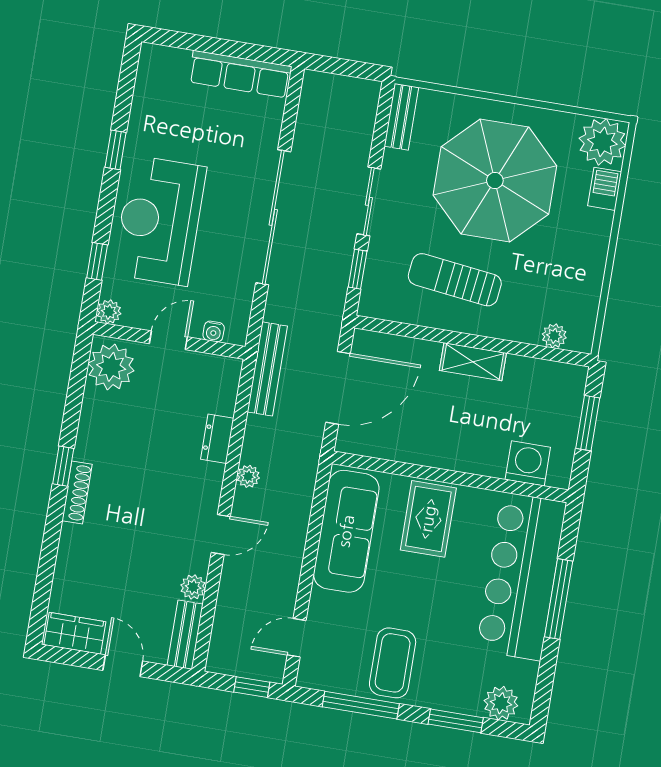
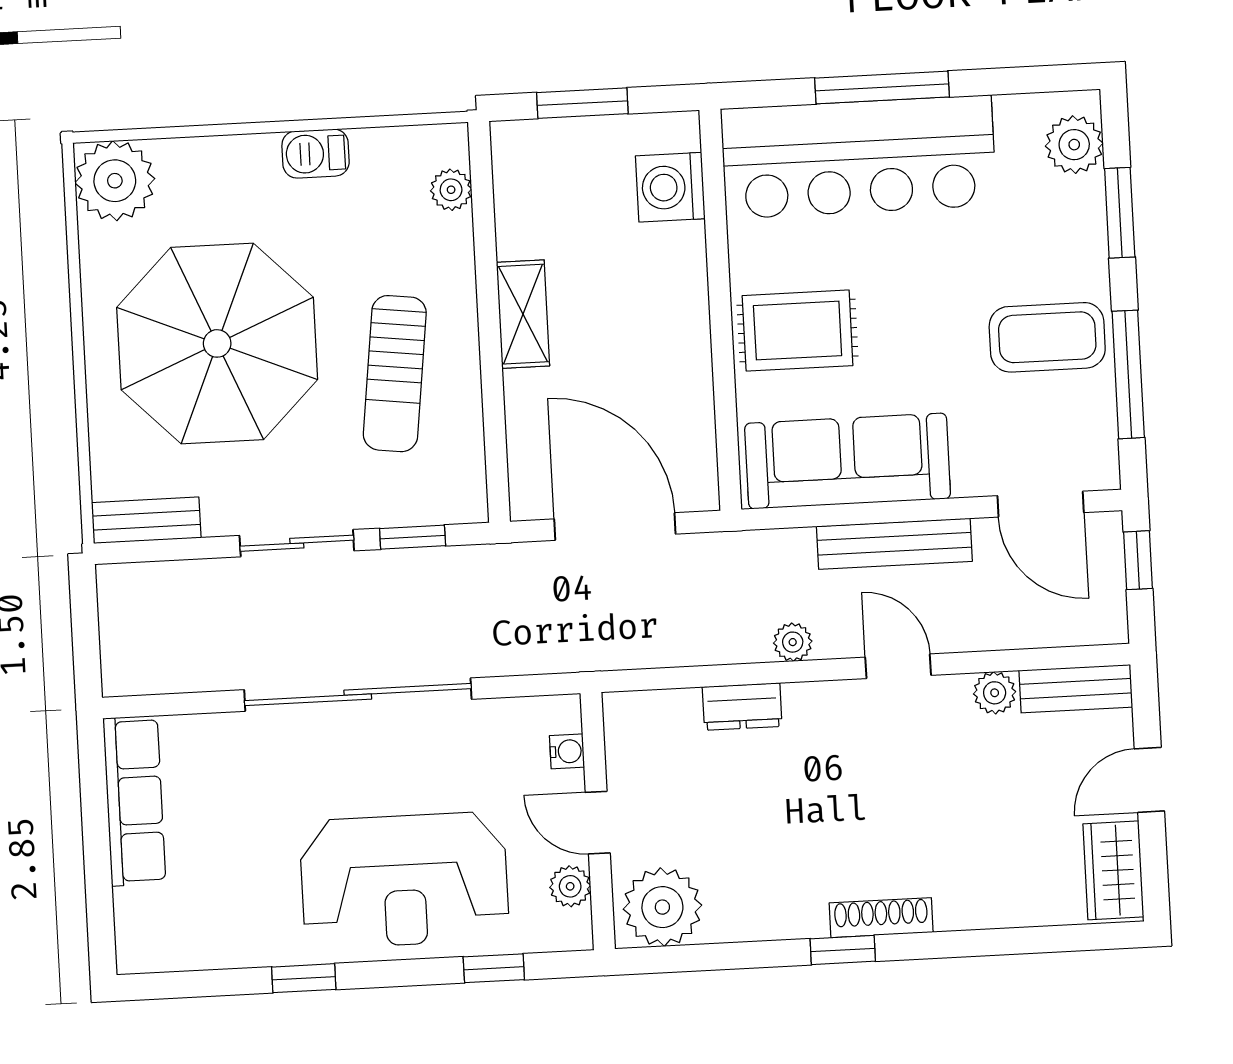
barbecue: (605, 189) -> (316, 154), moved
plant: (109, 312) -> (570, 886), moved
bench: (267, 369) -> (894, 544), moved
door: (297, 638) -> (1041, 504), width x1.38

